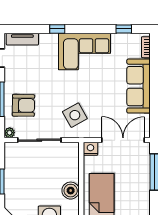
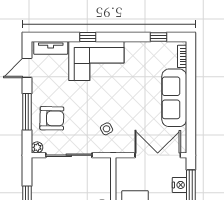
corner sofa: (84, 51) -> (96, 61), moved
side table: (75, 115) -> (107, 129), width x0.54, depth x0.54
nightstand: (90, 149) -> (179, 185), moved, turned 90

